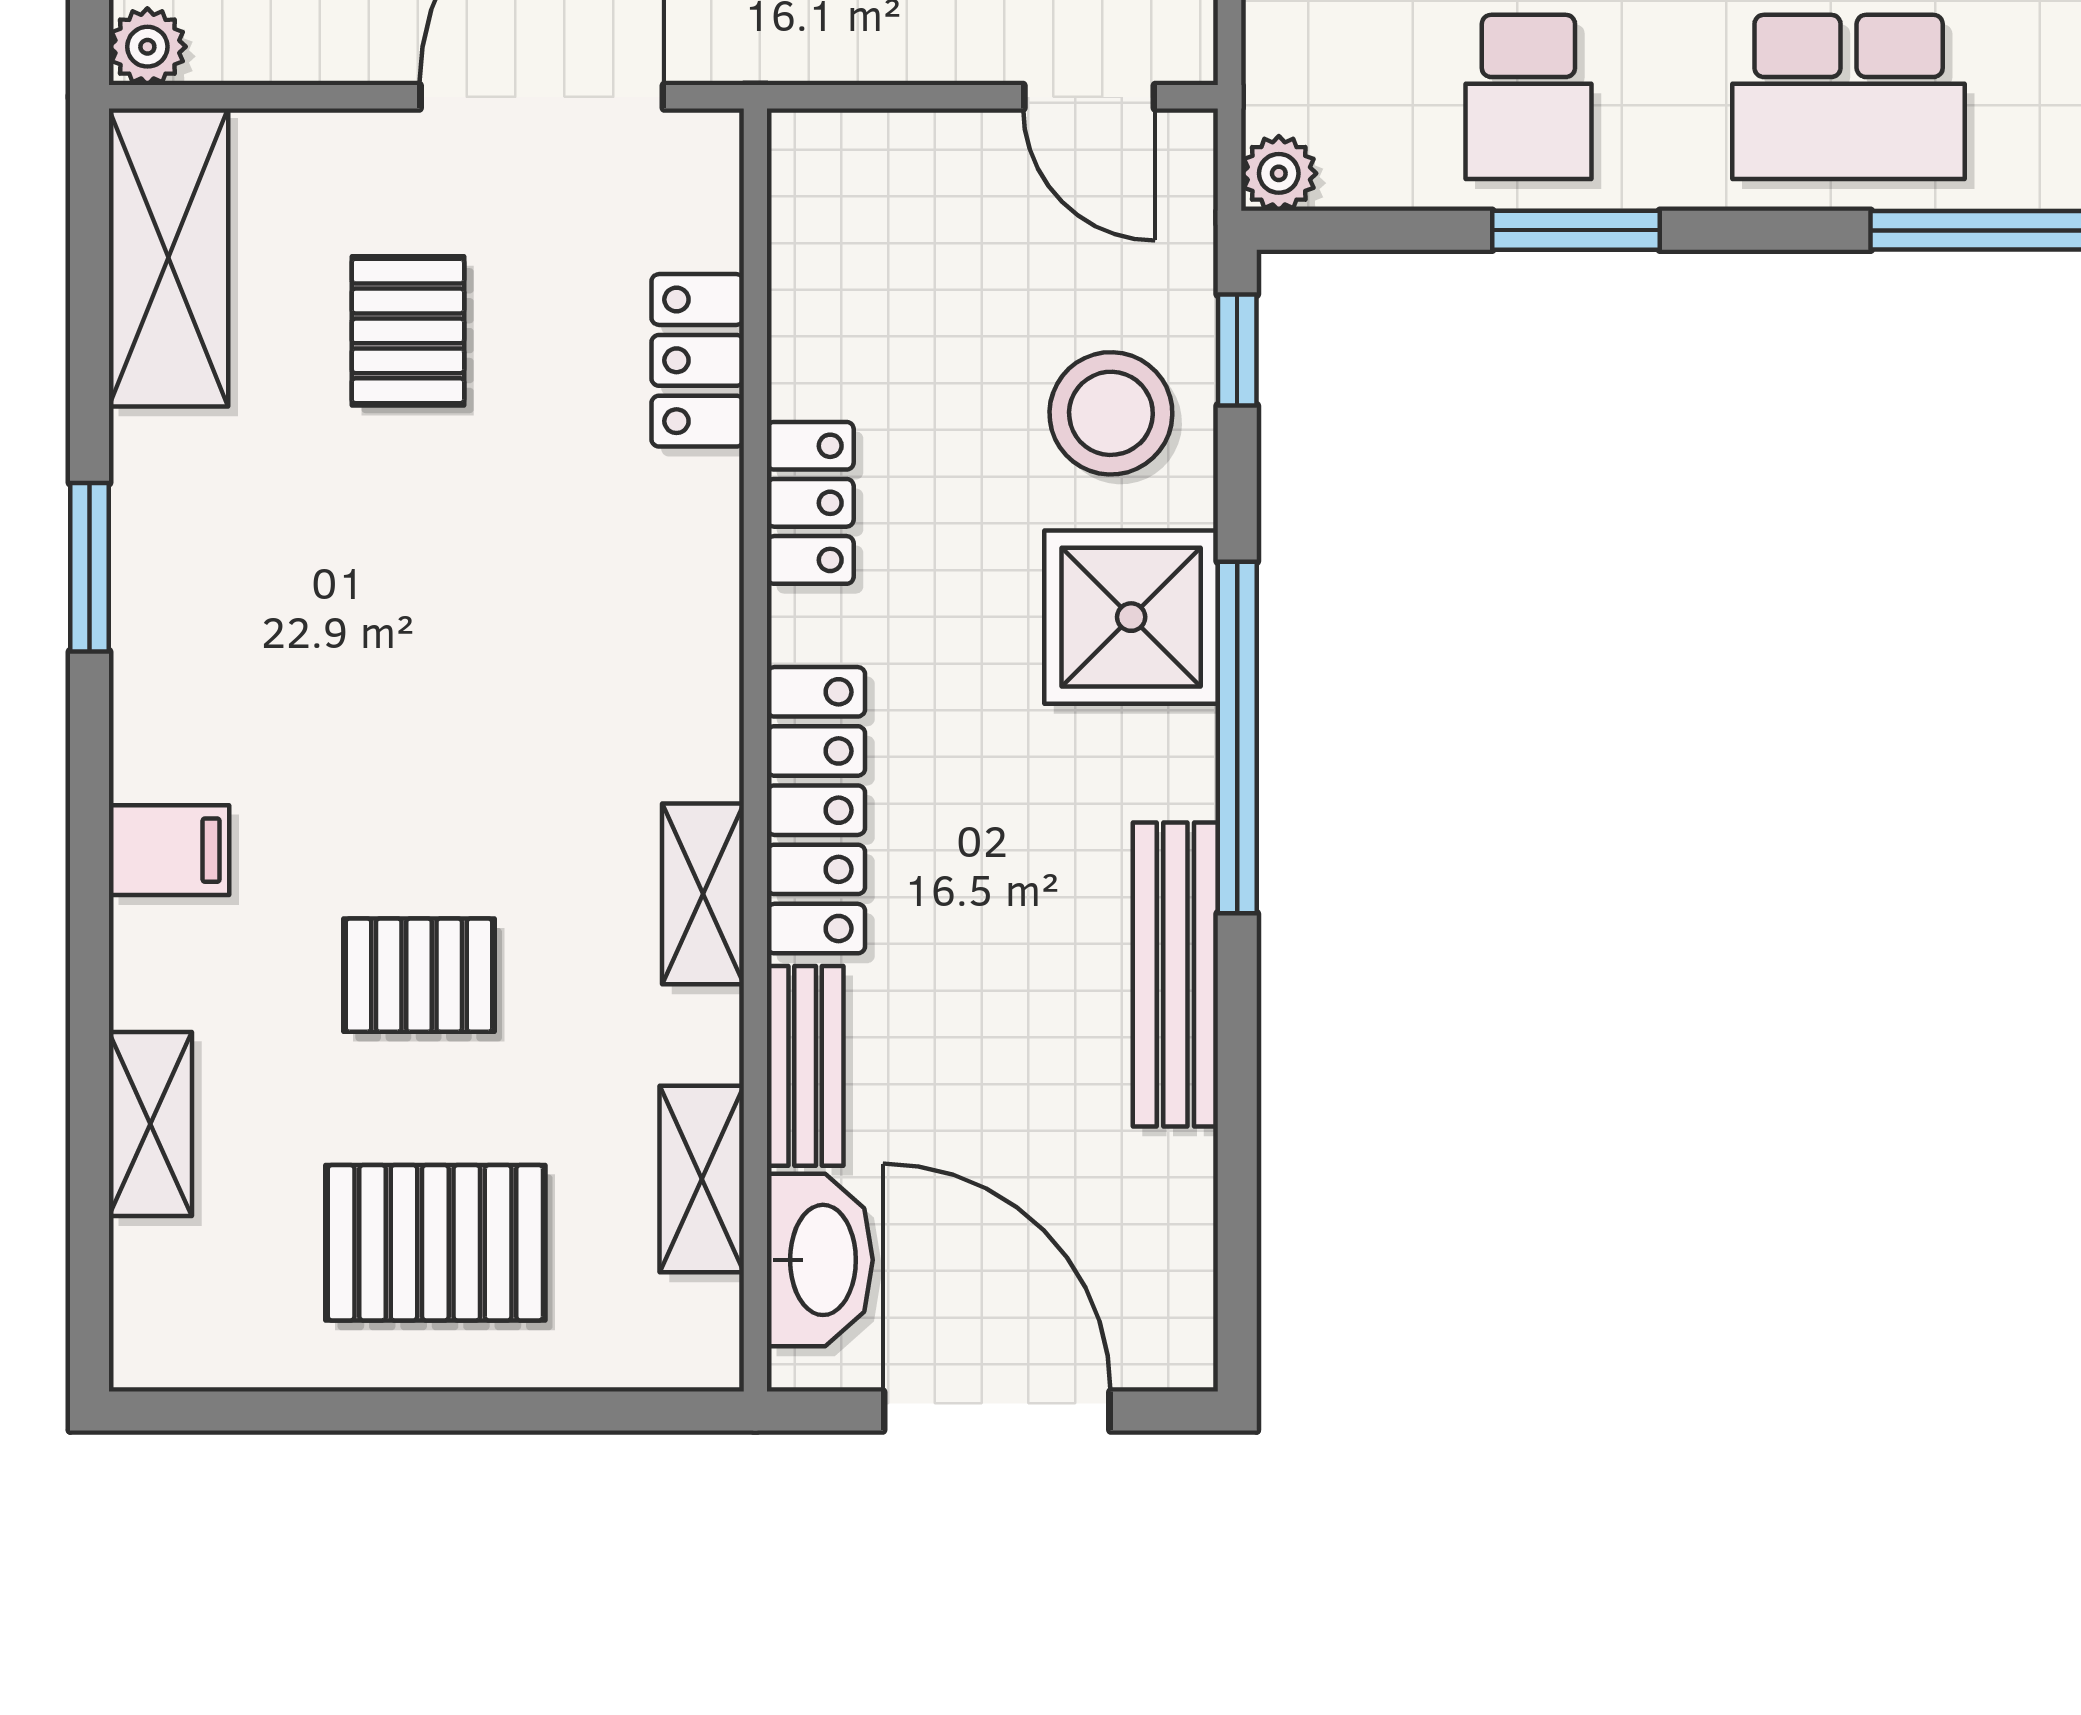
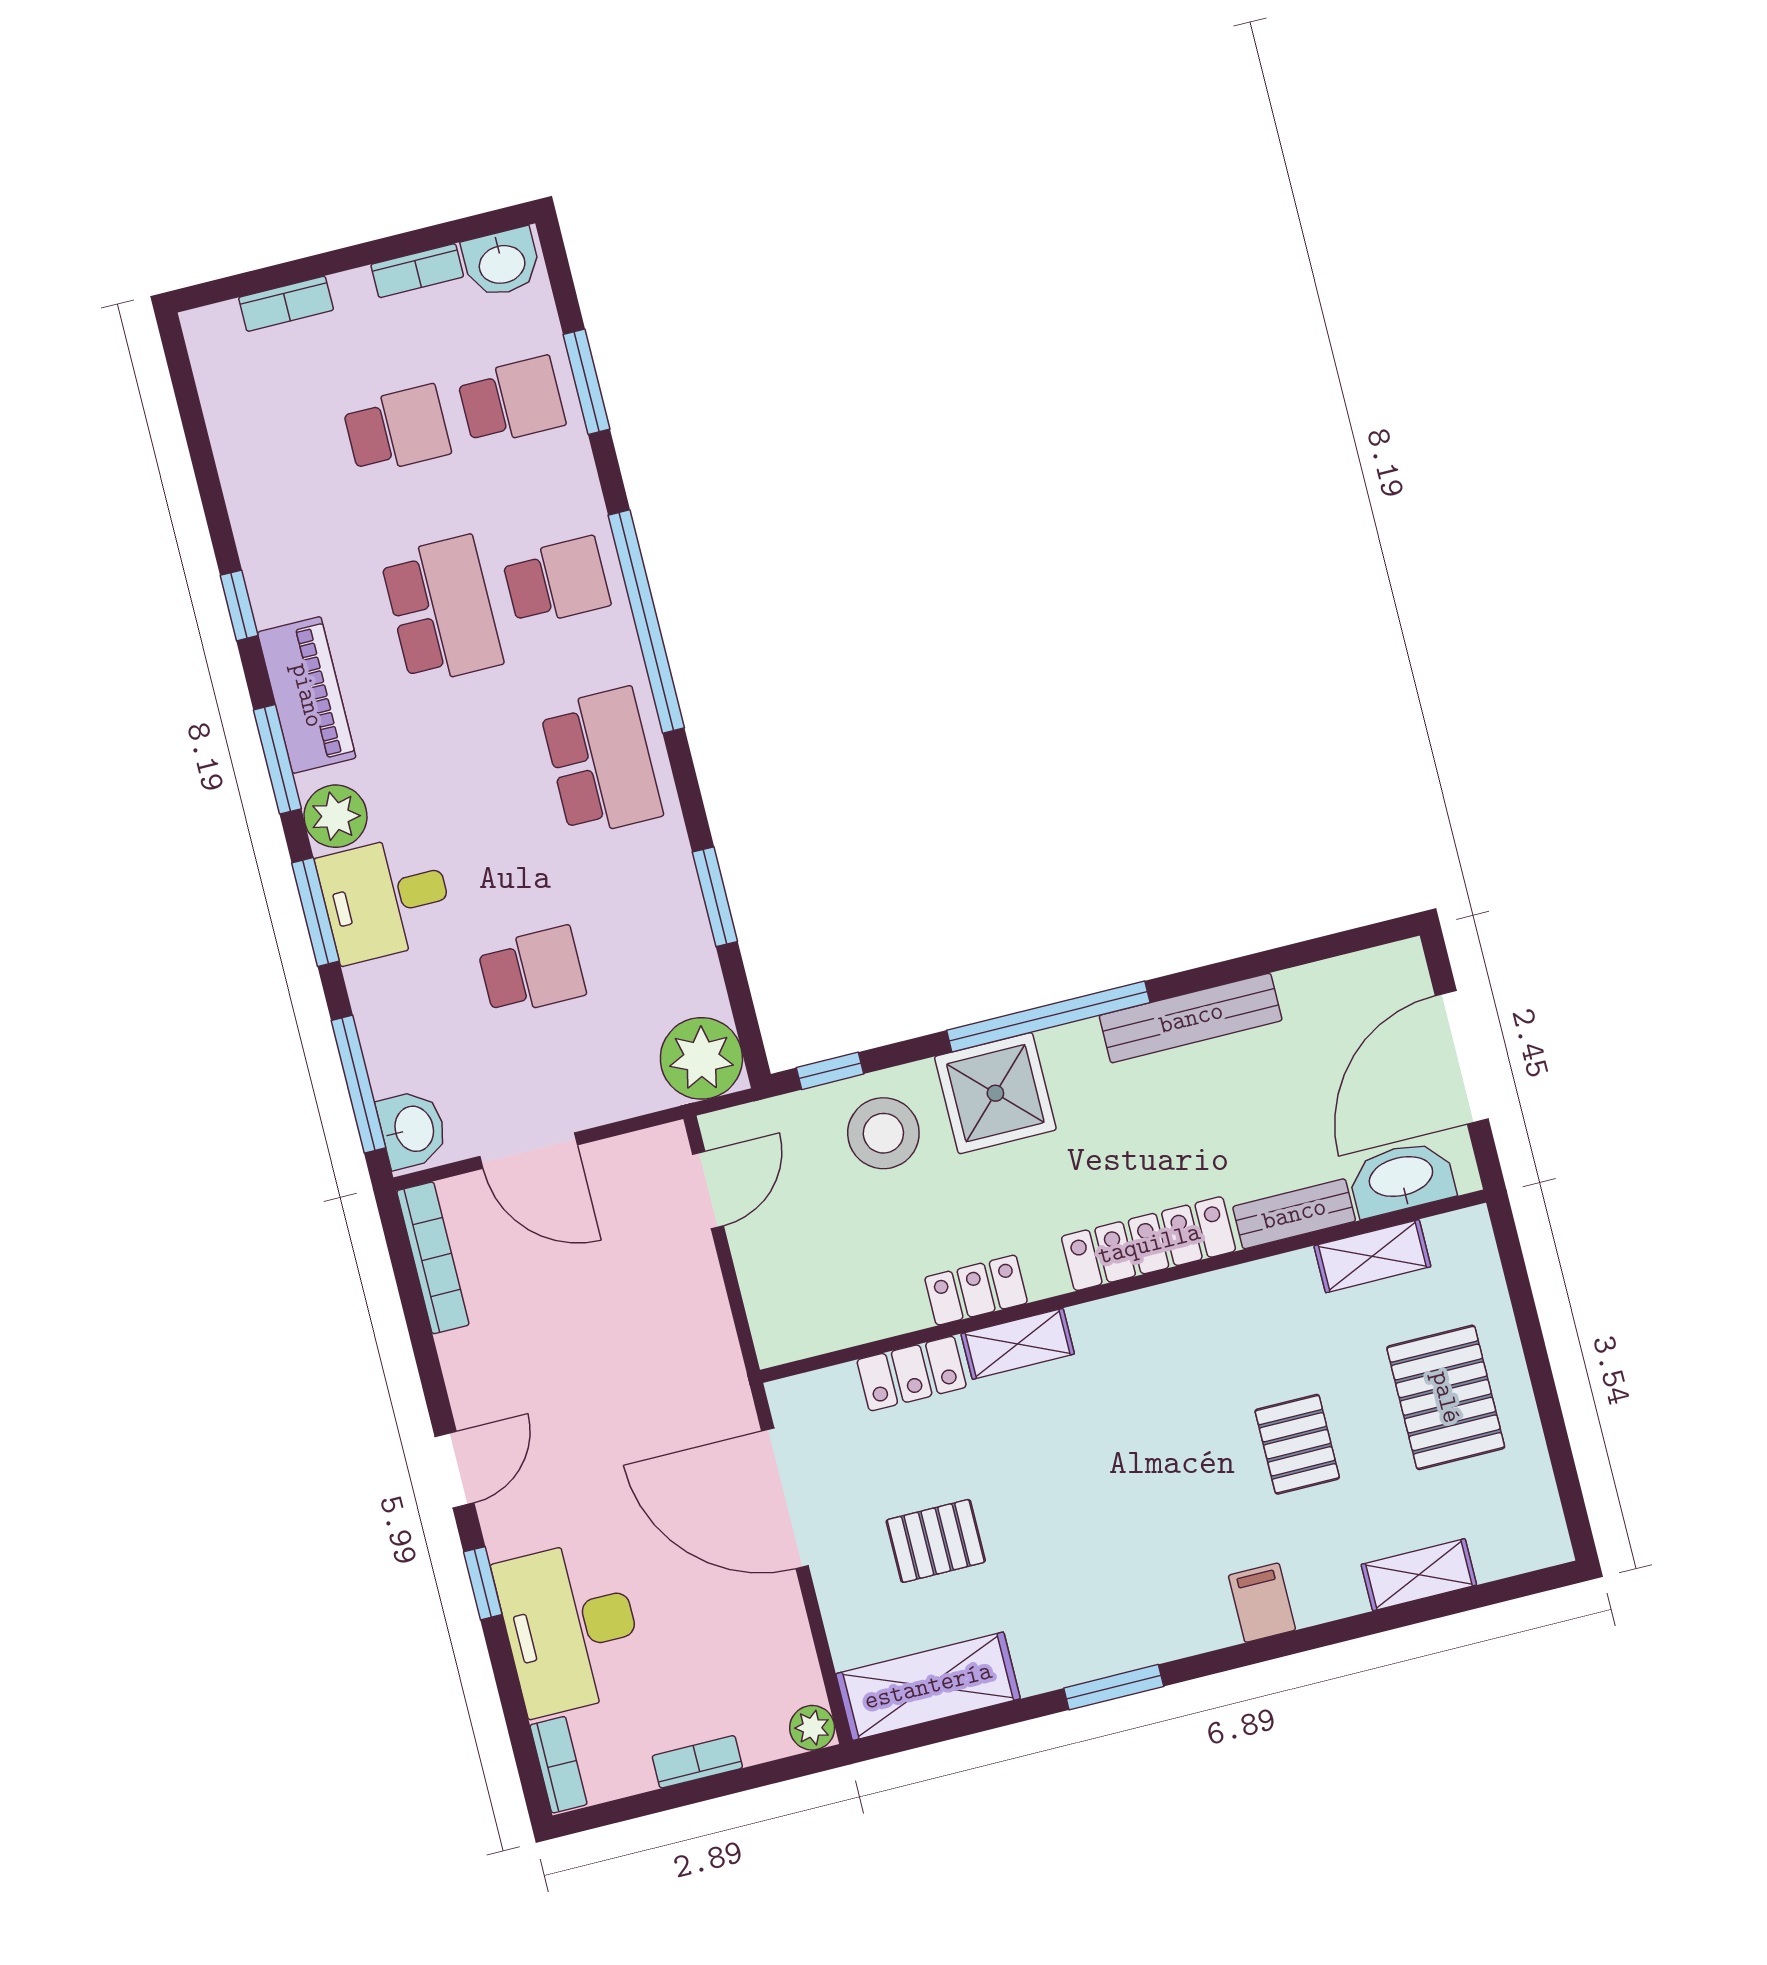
school desk: (1528, 97) -> (646, 942), removed
plant: (1279, 173) -> (701, 1058), width x1.88, depth x1.88
shelving: (703, 894) -> (1018, 1344), moved

